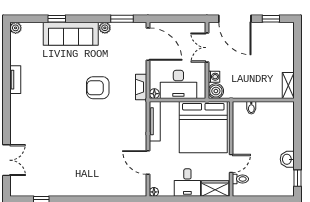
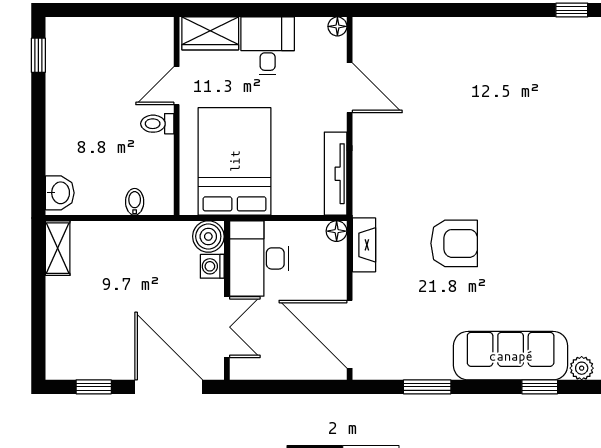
window: (122, 19) -> (427, 387), moved
plant: (105, 28) -> (582, 368), moved
desk: (178, 84) -> (259, 258), moved, turned -90
bed: (203, 127) -> (235, 161), width x0.73
washbasin: (287, 159) -> (60, 193), moved
toilet: (240, 179) -> (157, 124), moved

